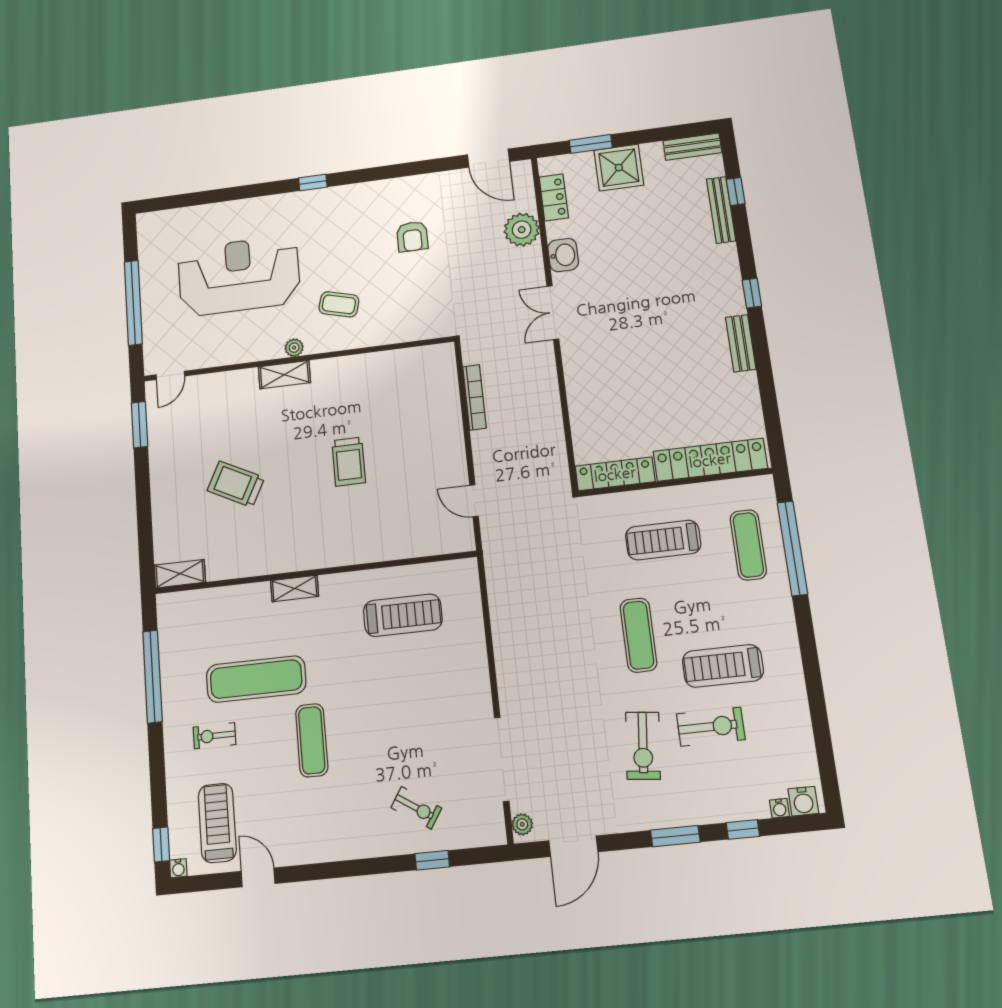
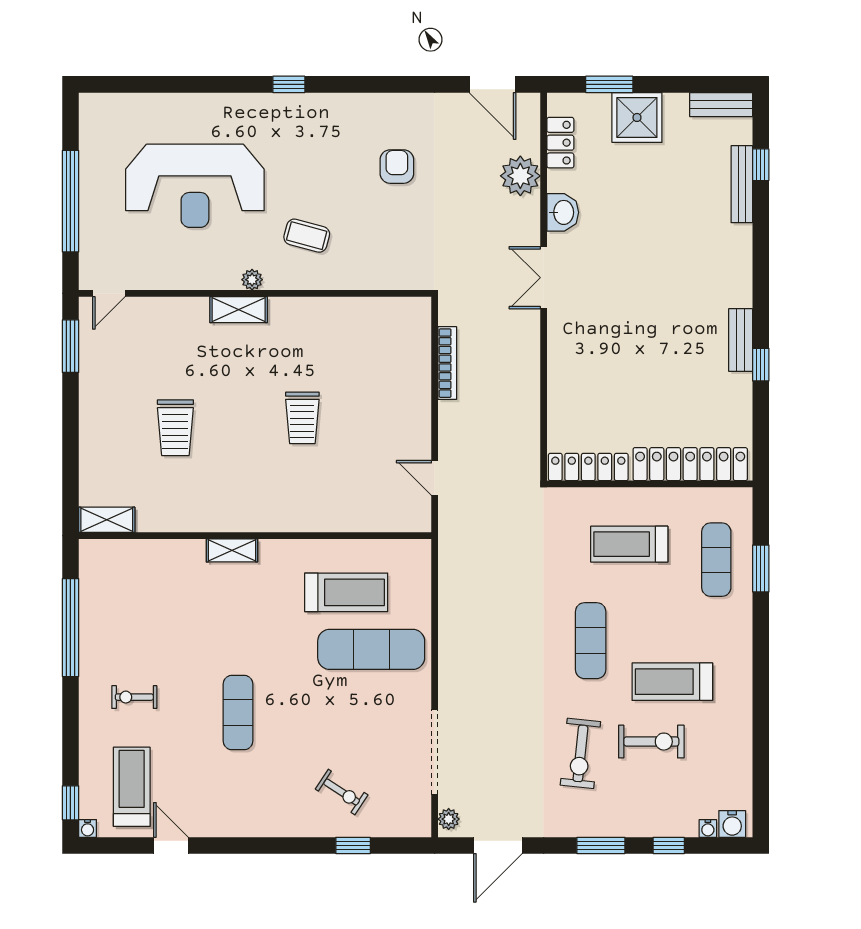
armchair: (412, 237) -> (397, 167), turned 180
reception desk: (239, 276) -> (195, 186), turned 180
window: (752, 293) -> (761, 365), moved
trolley: (236, 484) -> (175, 428), turned -117
window: (792, 548) -> (761, 568), width x0.47
exercise mat: (256, 679) -> (371, 649), moved

